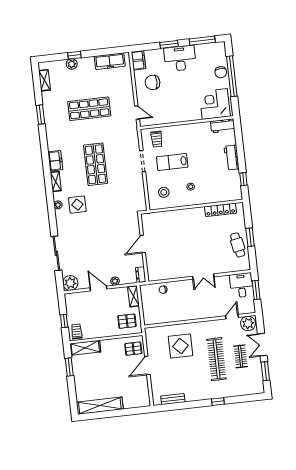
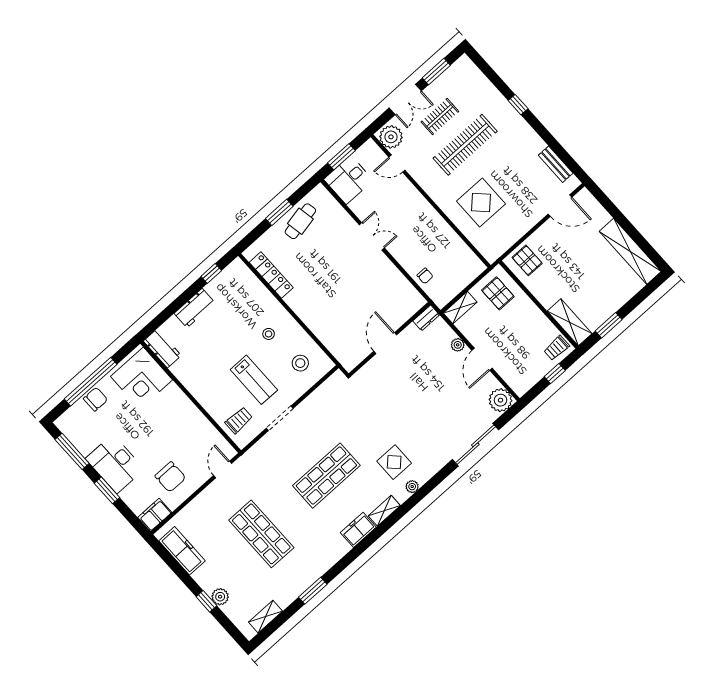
door: (143, 244) -> (385, 343), swing flipped
door: (147, 365) -> (560, 206), moved

